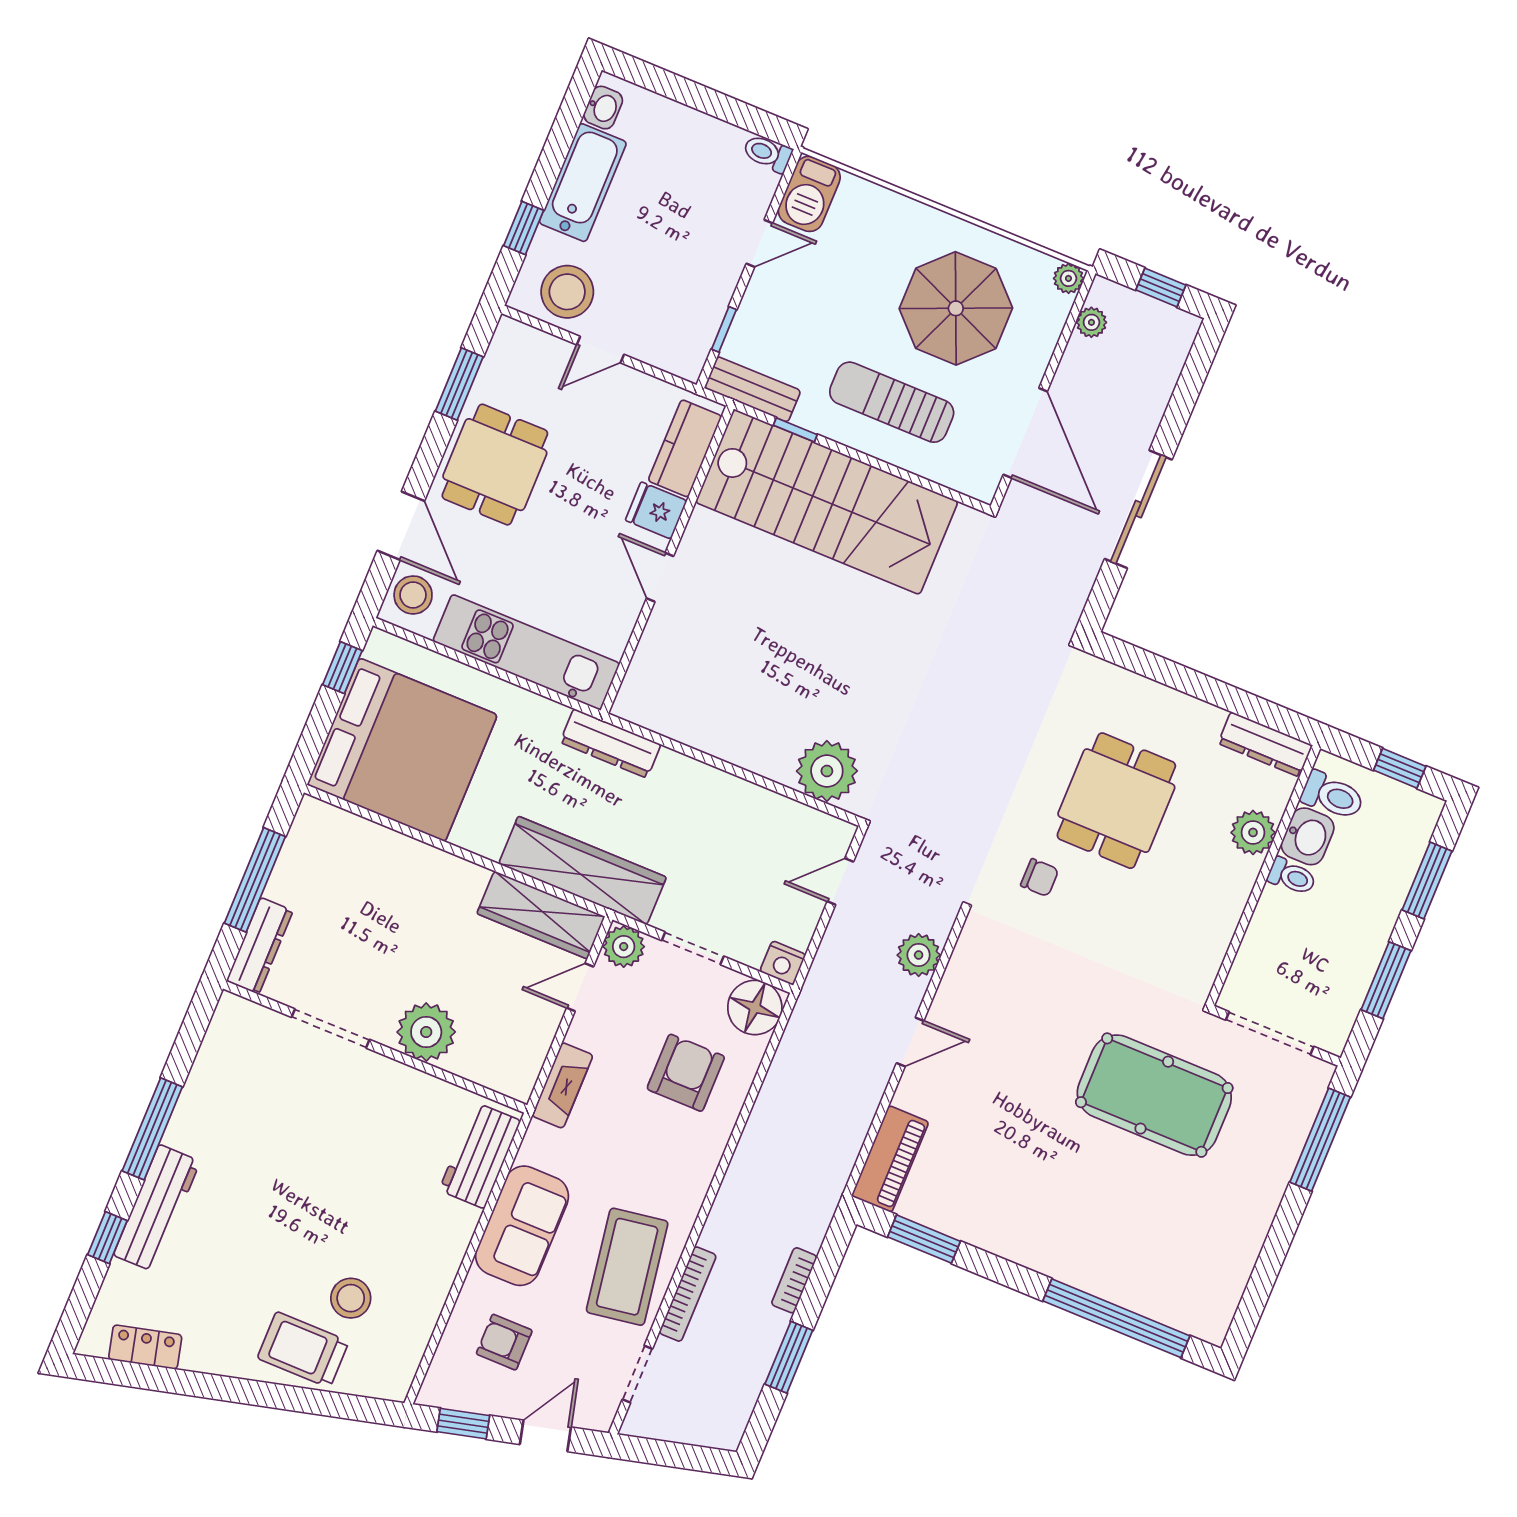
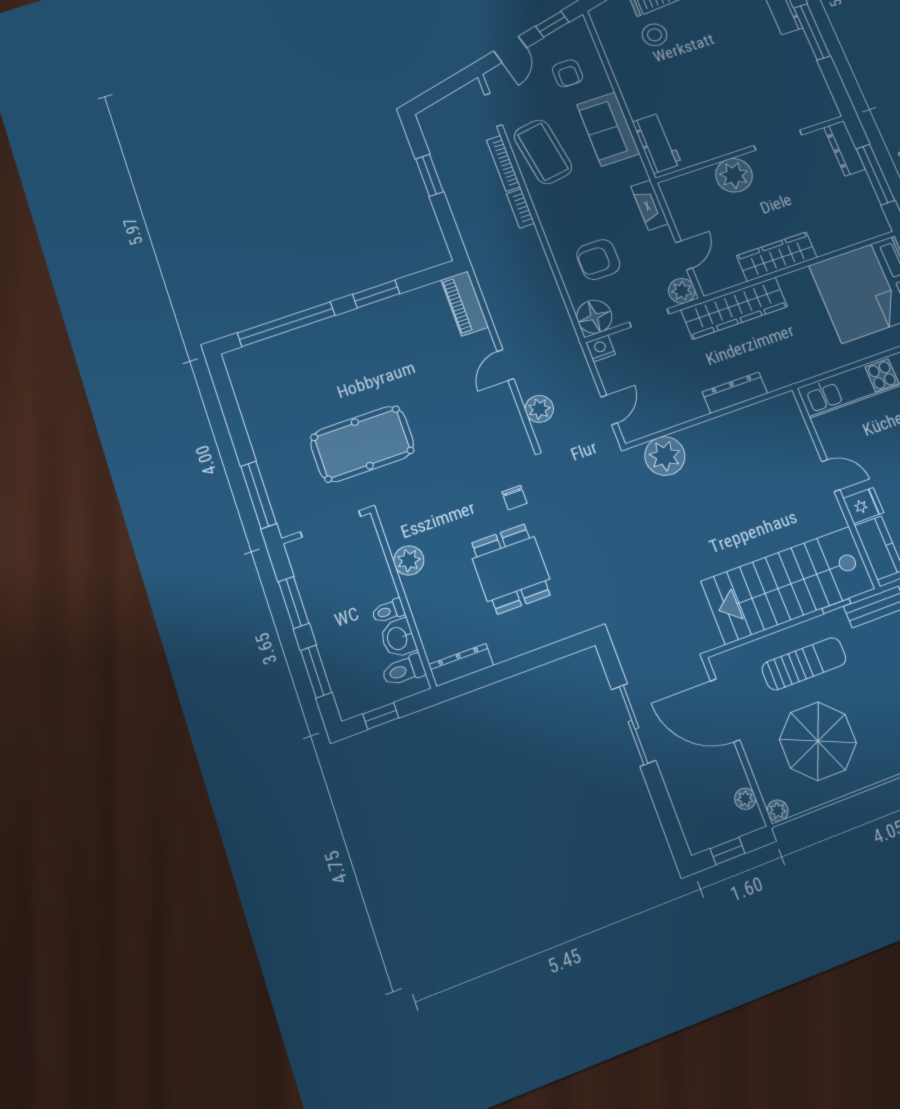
dresser: (610, 743) -> (735, 393), moved
plant: (1253, 832) -> (409, 560), moved
chair: (1040, 878) -> (515, 498), turned -90
wardrobe: (541, 915) -> (777, 257), moved
armchair: (686, 1073) -> (598, 260), turned 90
window: (924, 1239) -> (376, 294), moved
bookcase: (794, 1280) -> (520, 208), moved, turned 180
armchair: (504, 1342) -> (568, 73), turned 90

